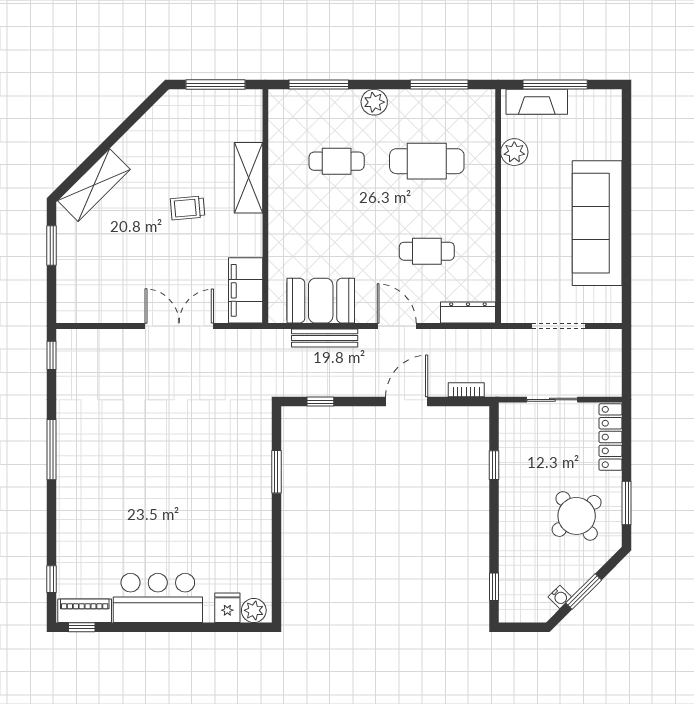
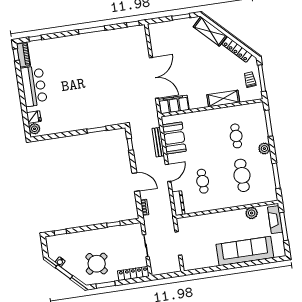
locker: (143, 131) -> (237, 49), added
trolley: (187, 208) -> (250, 80), moved
sofa: (597, 223) -> (245, 251), moved
double door: (179, 326) -> (154, 78), width x1.36

